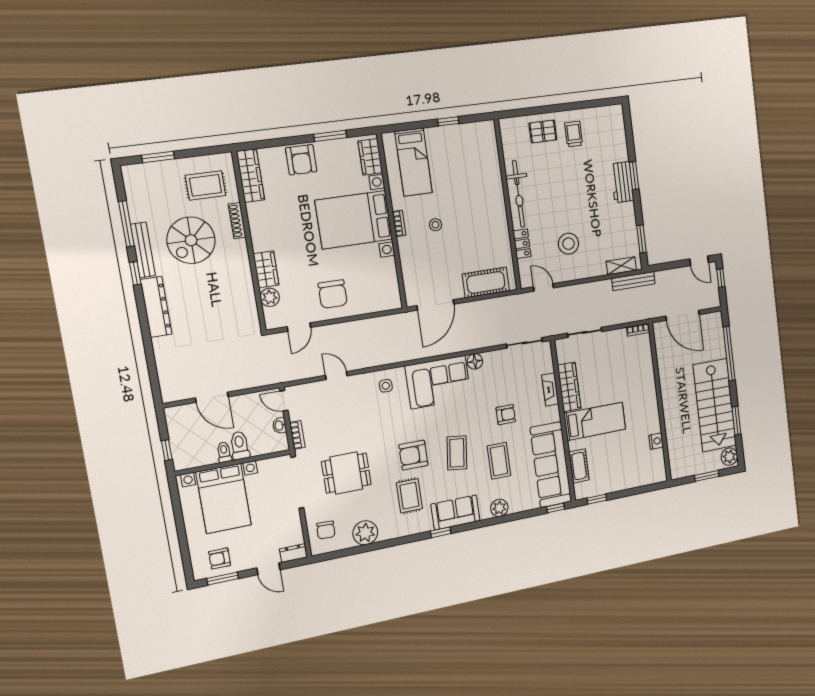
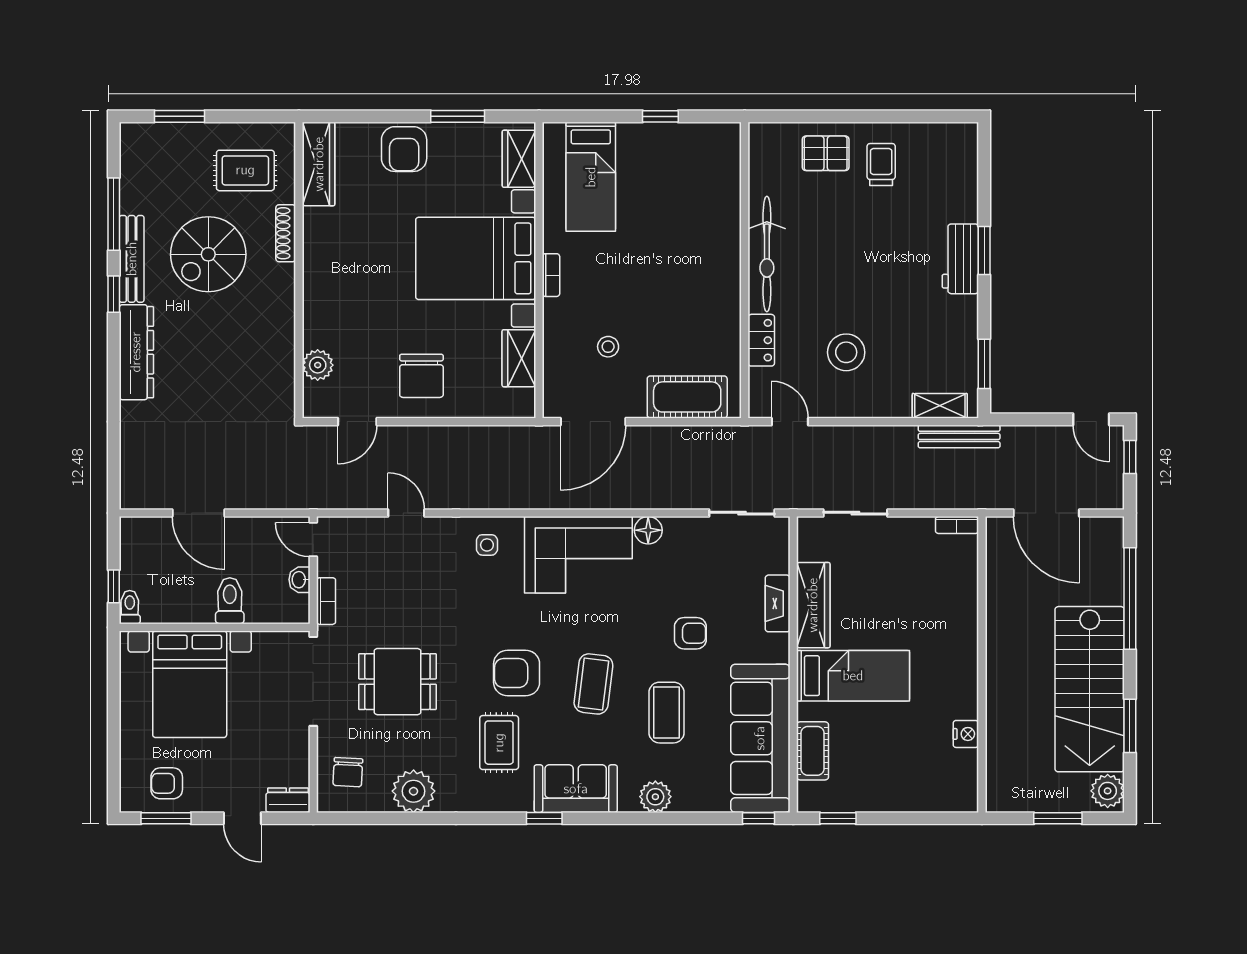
stool: (435, 225) -> (608, 347), moved
wardrobe: (266, 269) -> (519, 358), moved, turned 180
toilet: (224, 452) -> (130, 607), moved

